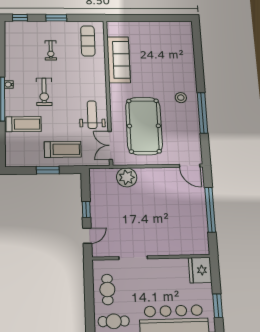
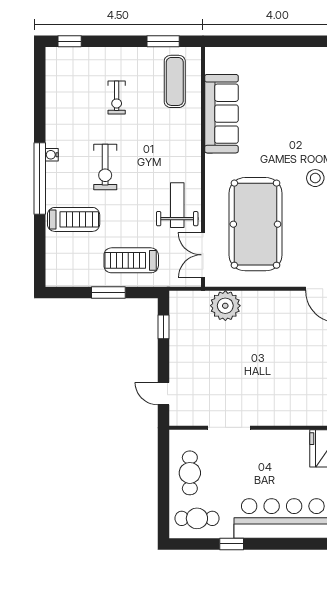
window: (56, 18) -> (163, 41), moved
treadmill: (63, 149) -> (131, 260), turned 180
window: (86, 209) -> (163, 327), moved
door: (87, 236) -> (163, 394), swing flipped

